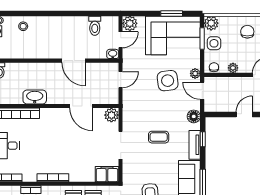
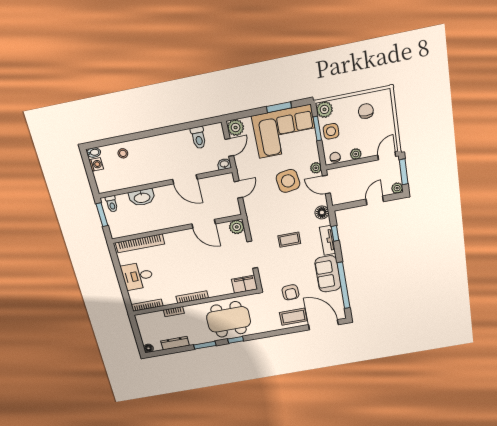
washbasin: (35, 97) -> (142, 197), moved, turned 180

